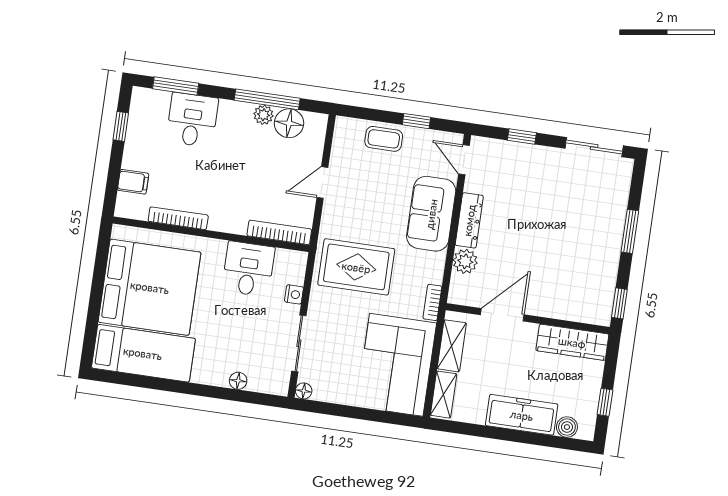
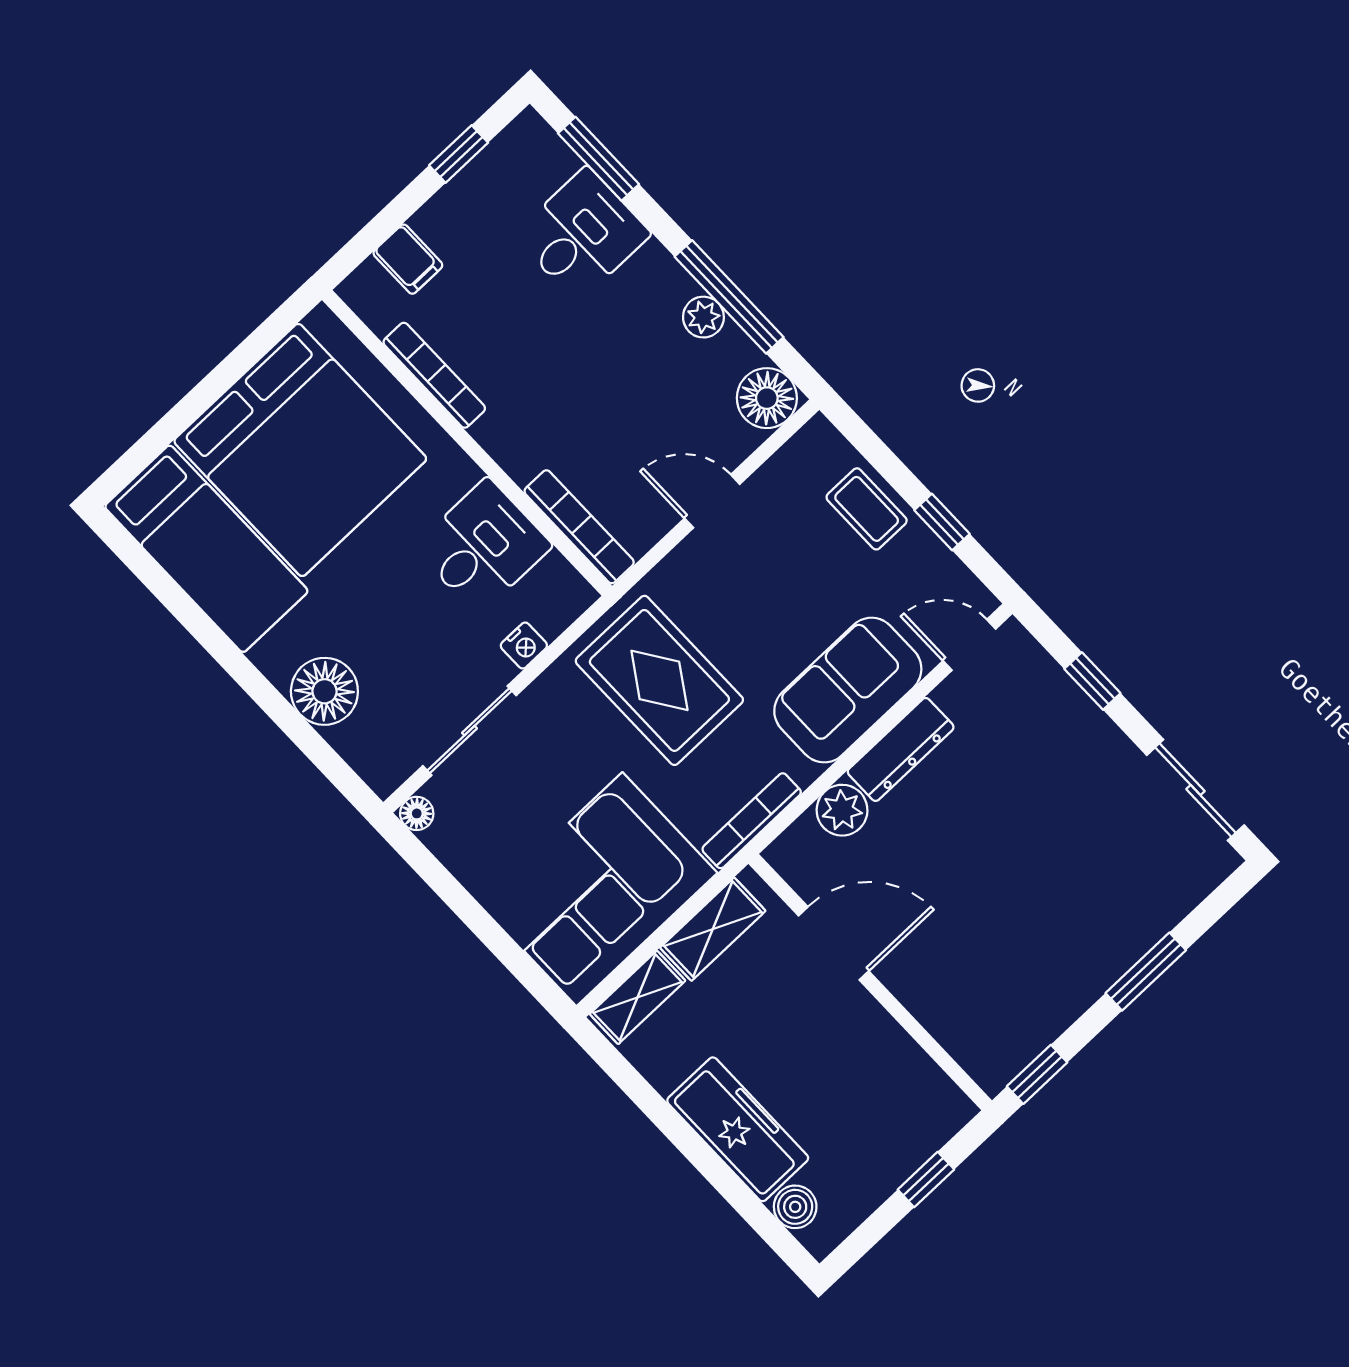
floor lamp: (289, 123) -> (767, 398), moved
door: (464, 160) -> (969, 645), hinge flipped
bookcase: (432, 302) -> (752, 821), width x1.56
wardrobe: (572, 342) -> (912, 1077), removed
floor lamp: (238, 381) -> (324, 691), width x1.89, depth x1.89
window: (605, 402) -> (926, 1179), moved

